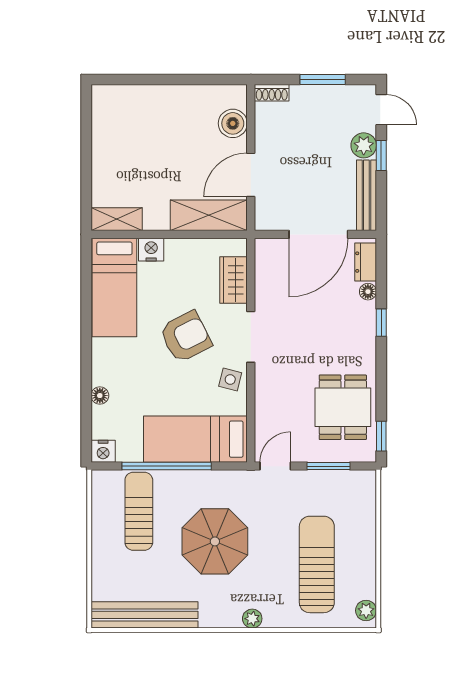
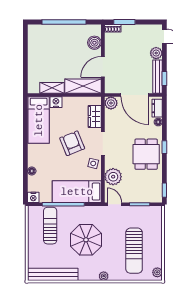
window: (168, 79) -> (64, 22), added
window: (323, 79) -> (124, 22), moved
window: (381, 155) -> (164, 79), moved
shelving: (117, 219) -> (52, 88), moved
door: (318, 234) -> (135, 95), hinge flipped
plant: (268, 251) -> (111, 103), added
window: (381, 323) -> (164, 147), moved
armchair: (186, 337) -> (72, 143), turned -85
dining table: (343, 407) -> (146, 154), moved
plant: (272, 408) -> (113, 177), added
door: (275, 466) -> (114, 204), hinge flipped
sun lounger: (317, 564) -> (134, 251), turned 180

